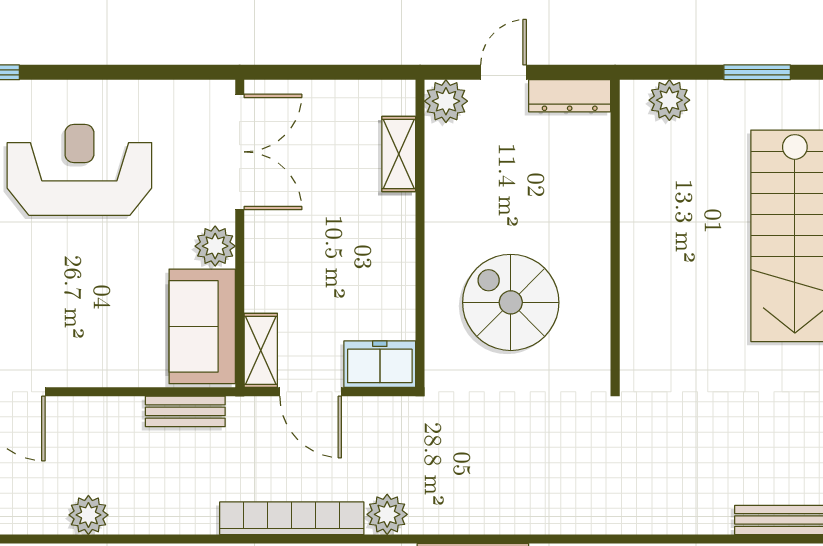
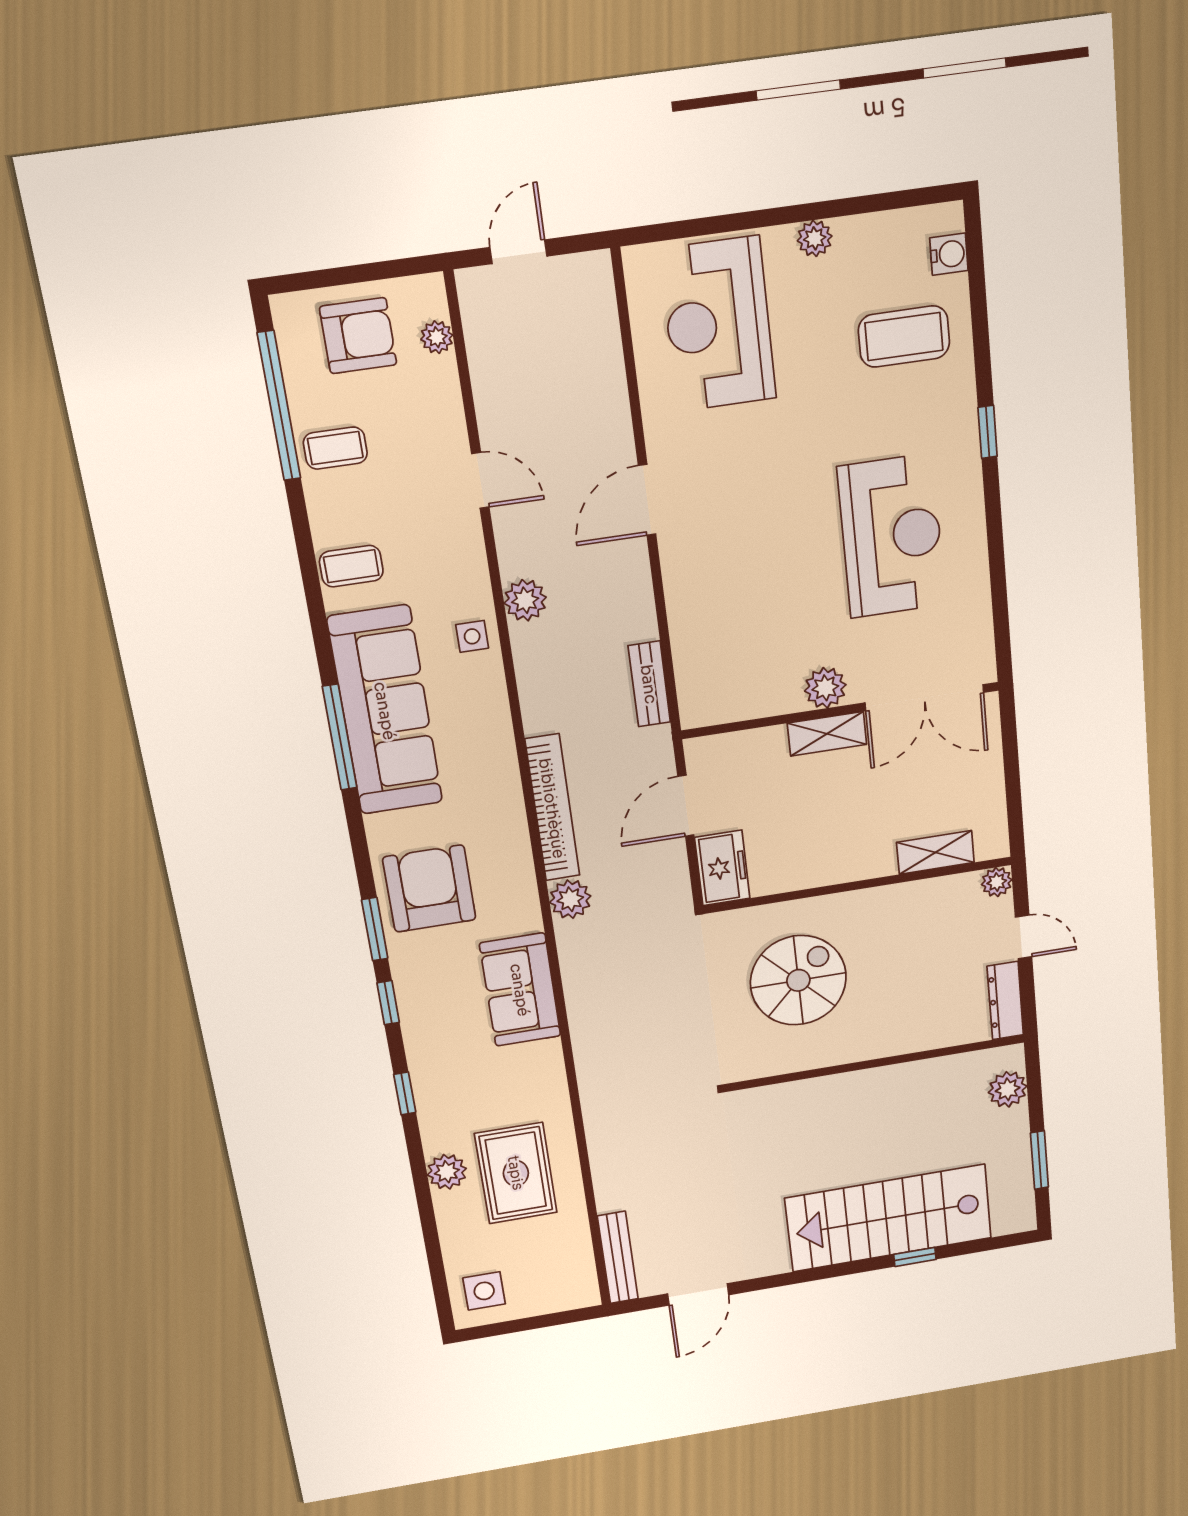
plant: (446, 101) -> (997, 882), width x0.73, depth x0.73
sofa: (202, 326) -> (740, 687), removed
shelving: (261, 350) -> (827, 734), moved

